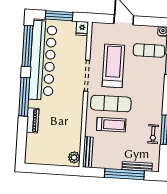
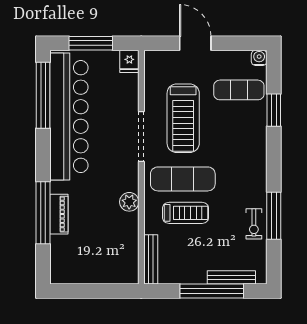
treadmill: (113, 66) -> (183, 118), turned 180
window: (24, 97) -> (43, 213), moved
plant: (74, 157) -> (129, 202), moved

